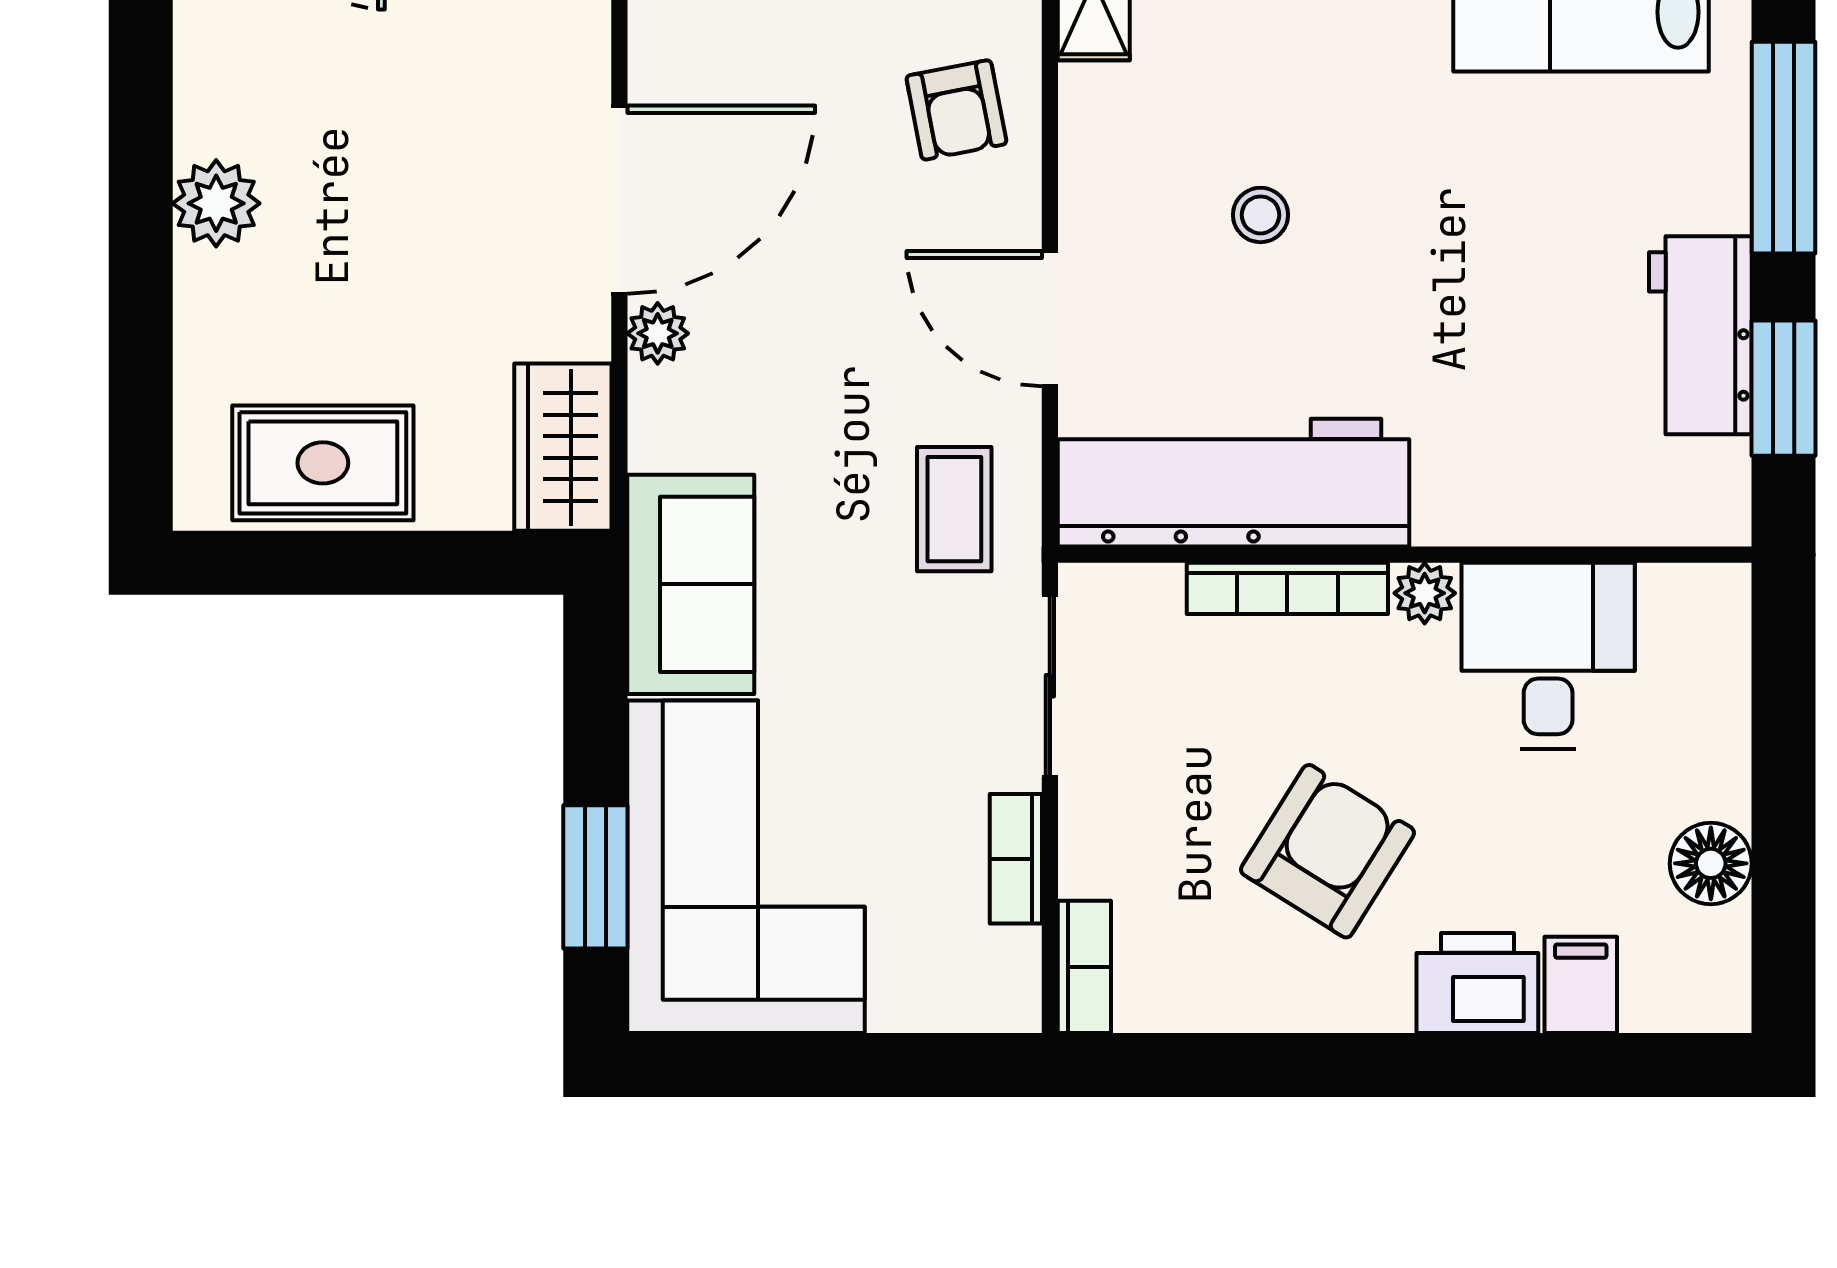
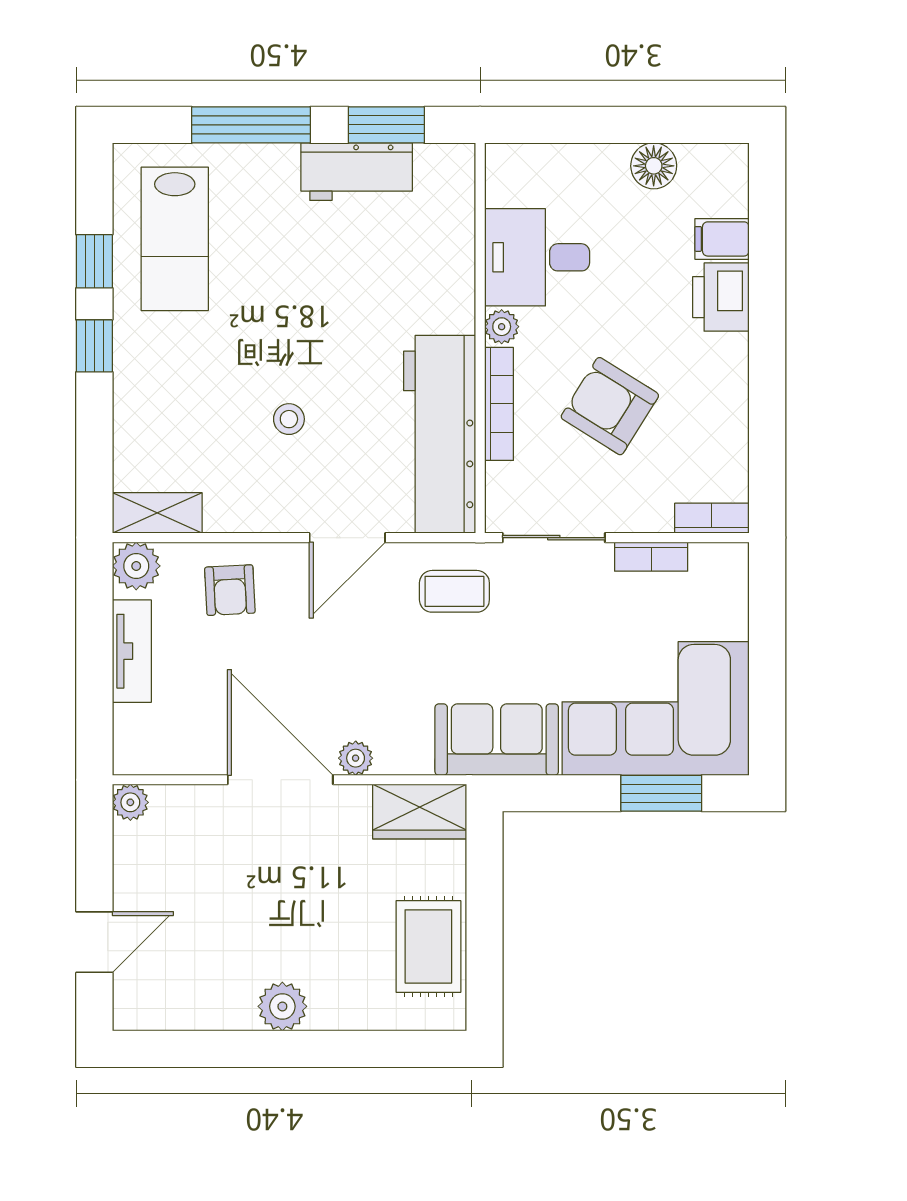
armchair: (956, 110) -> (230, 590), turned 98
armchair: (1327, 851) -> (610, 406), moved

